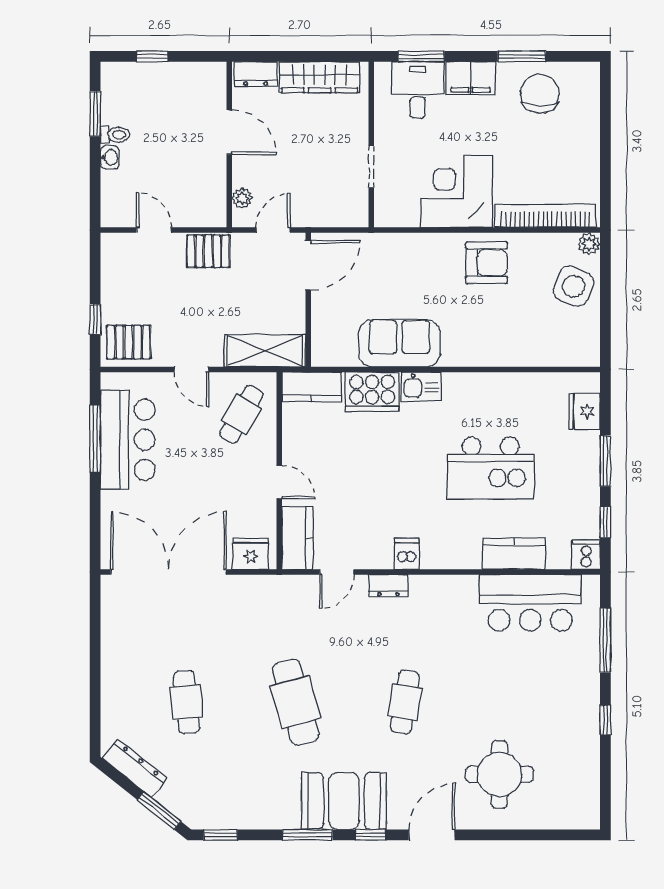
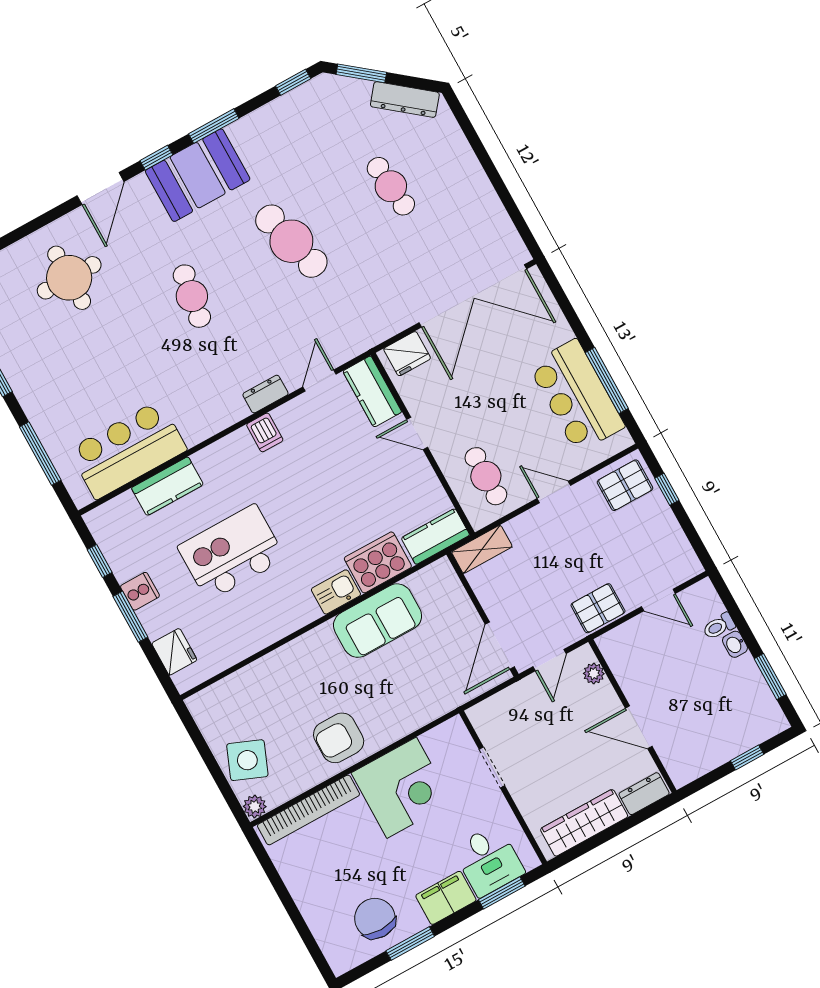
chair: (540, 94) -> (375, 918), turned 180
toilet: (115, 135) -> (719, 626), moved
shelving: (265, 351) -> (482, 549), width x0.67, depth x0.75
cafe table: (241, 414) -> (486, 476), turned -30
cooker: (586, 555) -> (140, 591), moved, turned -90

